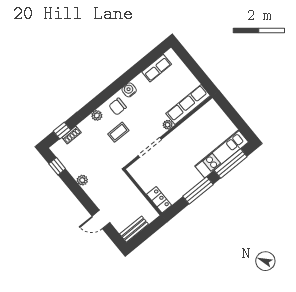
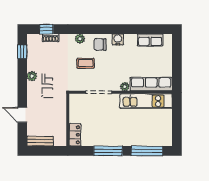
kitchen unit: (222, 154) -> (146, 101), moved, turned 180

